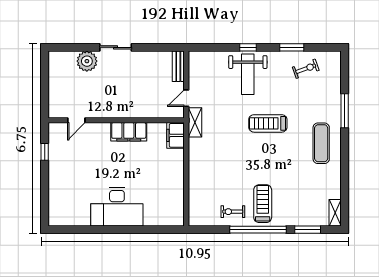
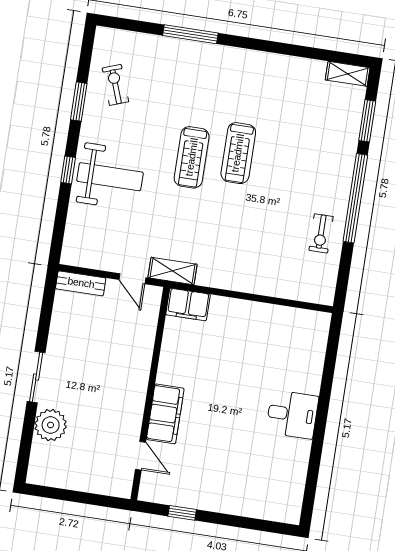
filing cabinet: (129, 132) -> (165, 414), moved
exercise mat: (321, 143) -> (236, 79), removed
treadmill: (263, 204) -> (238, 153), moved, turned -90
desk: (117, 207) -> (292, 414), width x0.53, depth x0.77

